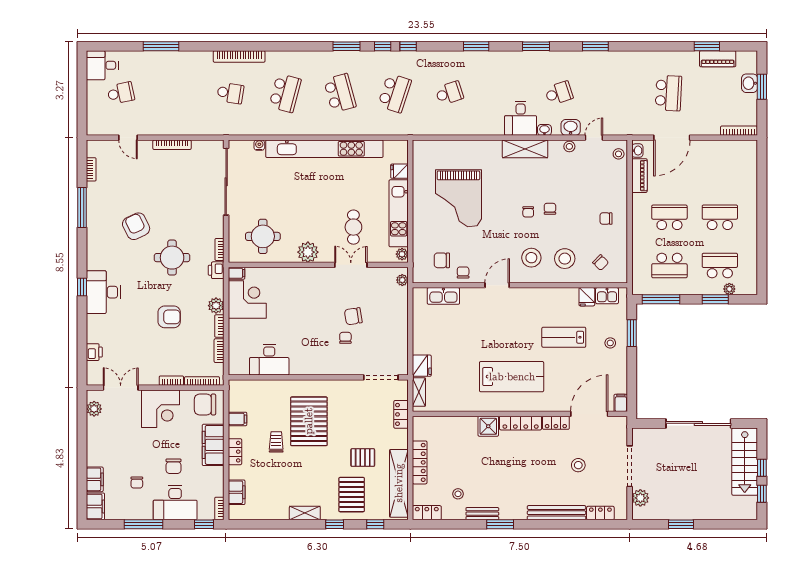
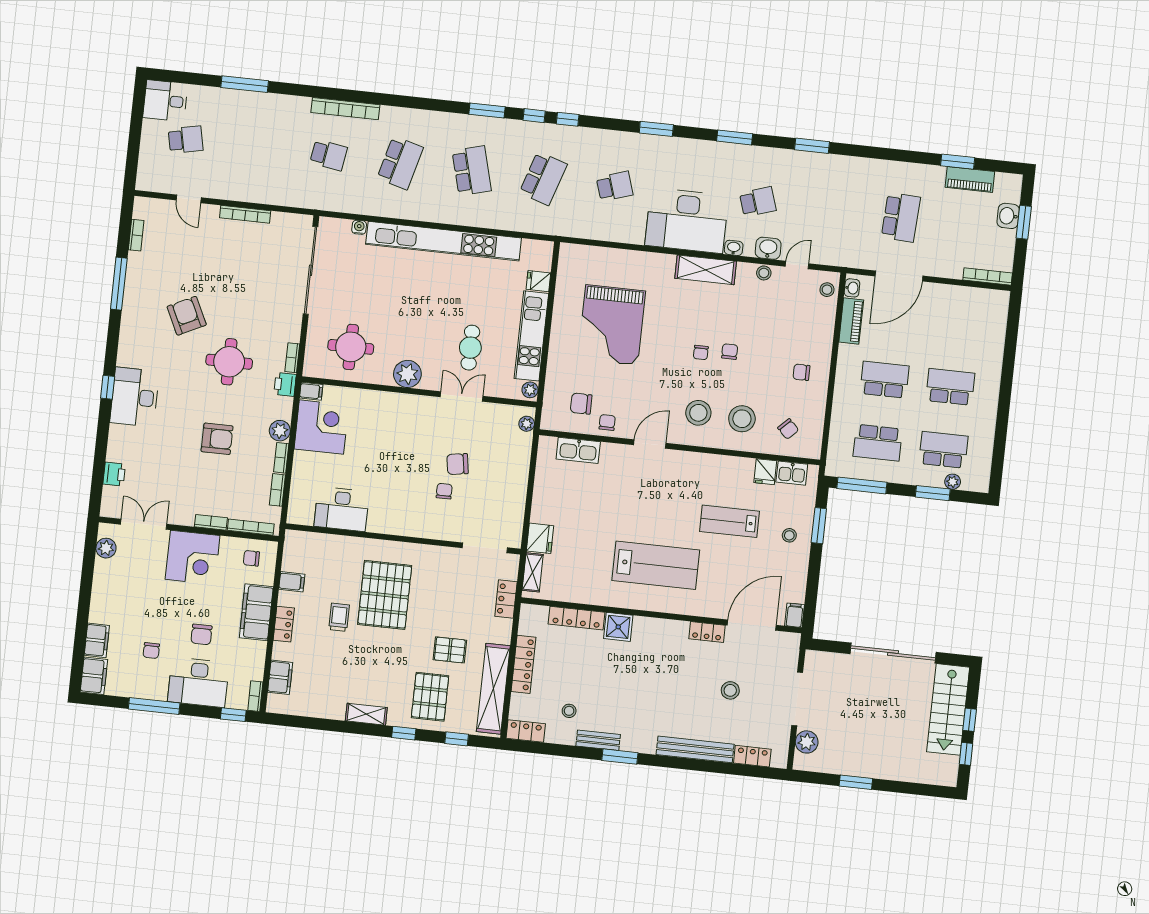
desk: (521, 118) -> (687, 221), width x1.87, depth x1.30
chair: (205, 405) -> (251, 558), width x0.54, depth x0.54
locker: (521, 423) -> (577, 618), moved

